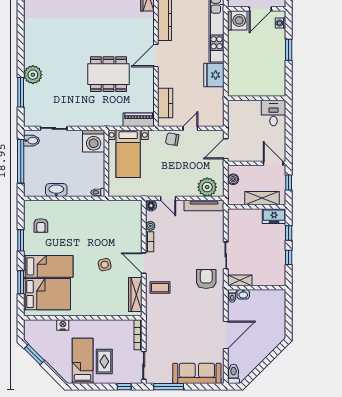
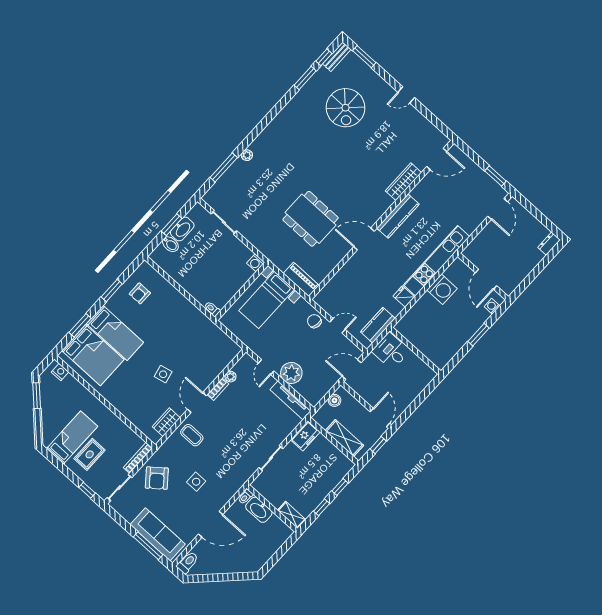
door: (260, 9) -> (486, 279), hinge flipped
washing machine: (237, 20) -> (442, 289), moved
plant: (33, 75) -> (247, 155), width x0.53, depth x0.53
fridge: (214, 75) -> (404, 296), width x0.53, depth x0.75
kitchen counter: (165, 103) -> (378, 325), moved, turned 180
desk: (273, 113) -> (391, 351), moved, turned -90
bidet: (32, 141) -> (170, 244), moved
washing machine: (94, 141) -> (256, 263), width x0.53, depth x0.53
window: (21, 161) -> (172, 225), width x0.47
plant: (207, 187) -> (291, 373), moved
washbasin: (56, 190) -> (182, 229), moved, turned 90
floor lamp: (151, 206) -> (246, 360), removed
freezer: (274, 216) -> (305, 436), moved, turned -90
armchair: (206, 279) -> (157, 478), moved, turned 141
shelving: (240, 280) -> (292, 515), moved
wardrobe: (135, 294) -> (166, 422), width x0.67
washbasin: (243, 294) -> (259, 510), width x1.91, depth x1.45
side table: (191, 316) -> (196, 482), added
nightstand: (63, 325) -> (60, 372), moved
window: (169, 387) -> (148, 546), moved

